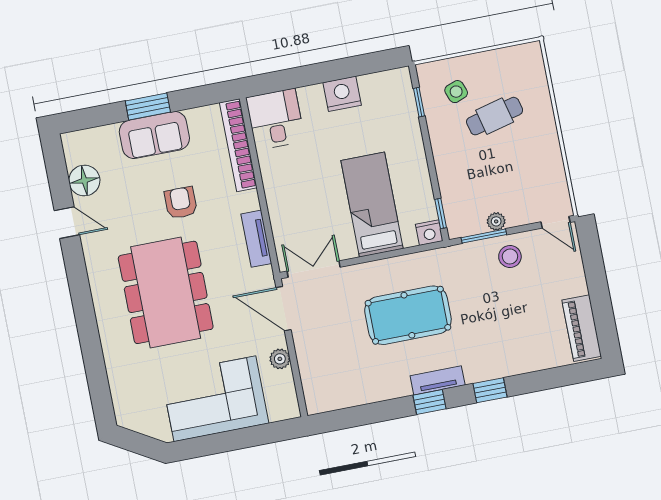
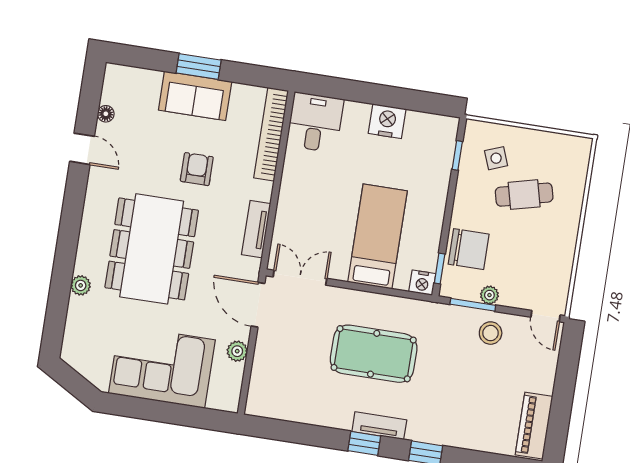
floor lamp: (84, 181) -> (106, 114), width x0.53, depth x0.53
chair: (461, 186) -> (469, 249), added
plant: (112, 350) -> (81, 285), added

